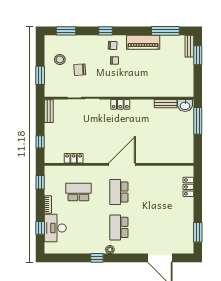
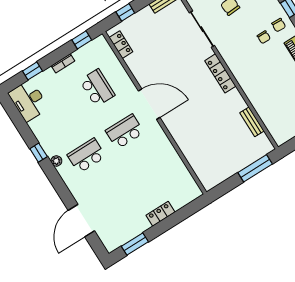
locker: (120, 104) -> (220, 73), width x1.53
washbasin: (185, 106) -> (263, 144), removed
locker: (74, 158) -> (121, 45), moved
door: (122, 164) -> (149, 104), moved
locker: (188, 187) -> (160, 214), moved
desk: (55, 228) -> (28, 101), moved, turned -90

